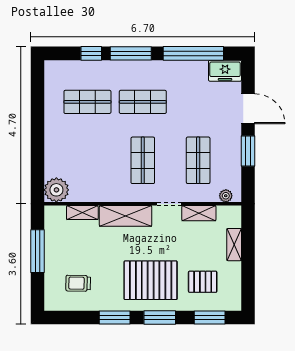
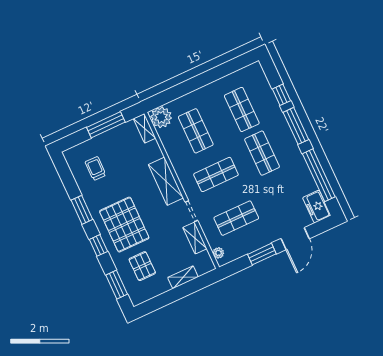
shop shelf: (87, 160) -> (196, 131), added
shelving: (82, 213) -> (145, 128), moved
window: (160, 317) -> (98, 245), width x0.67

